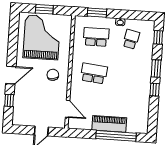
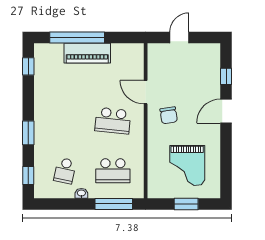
window: (97, 13) -> (114, 204), width x1.44
grand piano: (42, 37) -> (187, 166), width x0.73, depth x0.68
window: (155, 90) -> (28, 66), moved
door: (68, 109) -> (146, 92), moved

